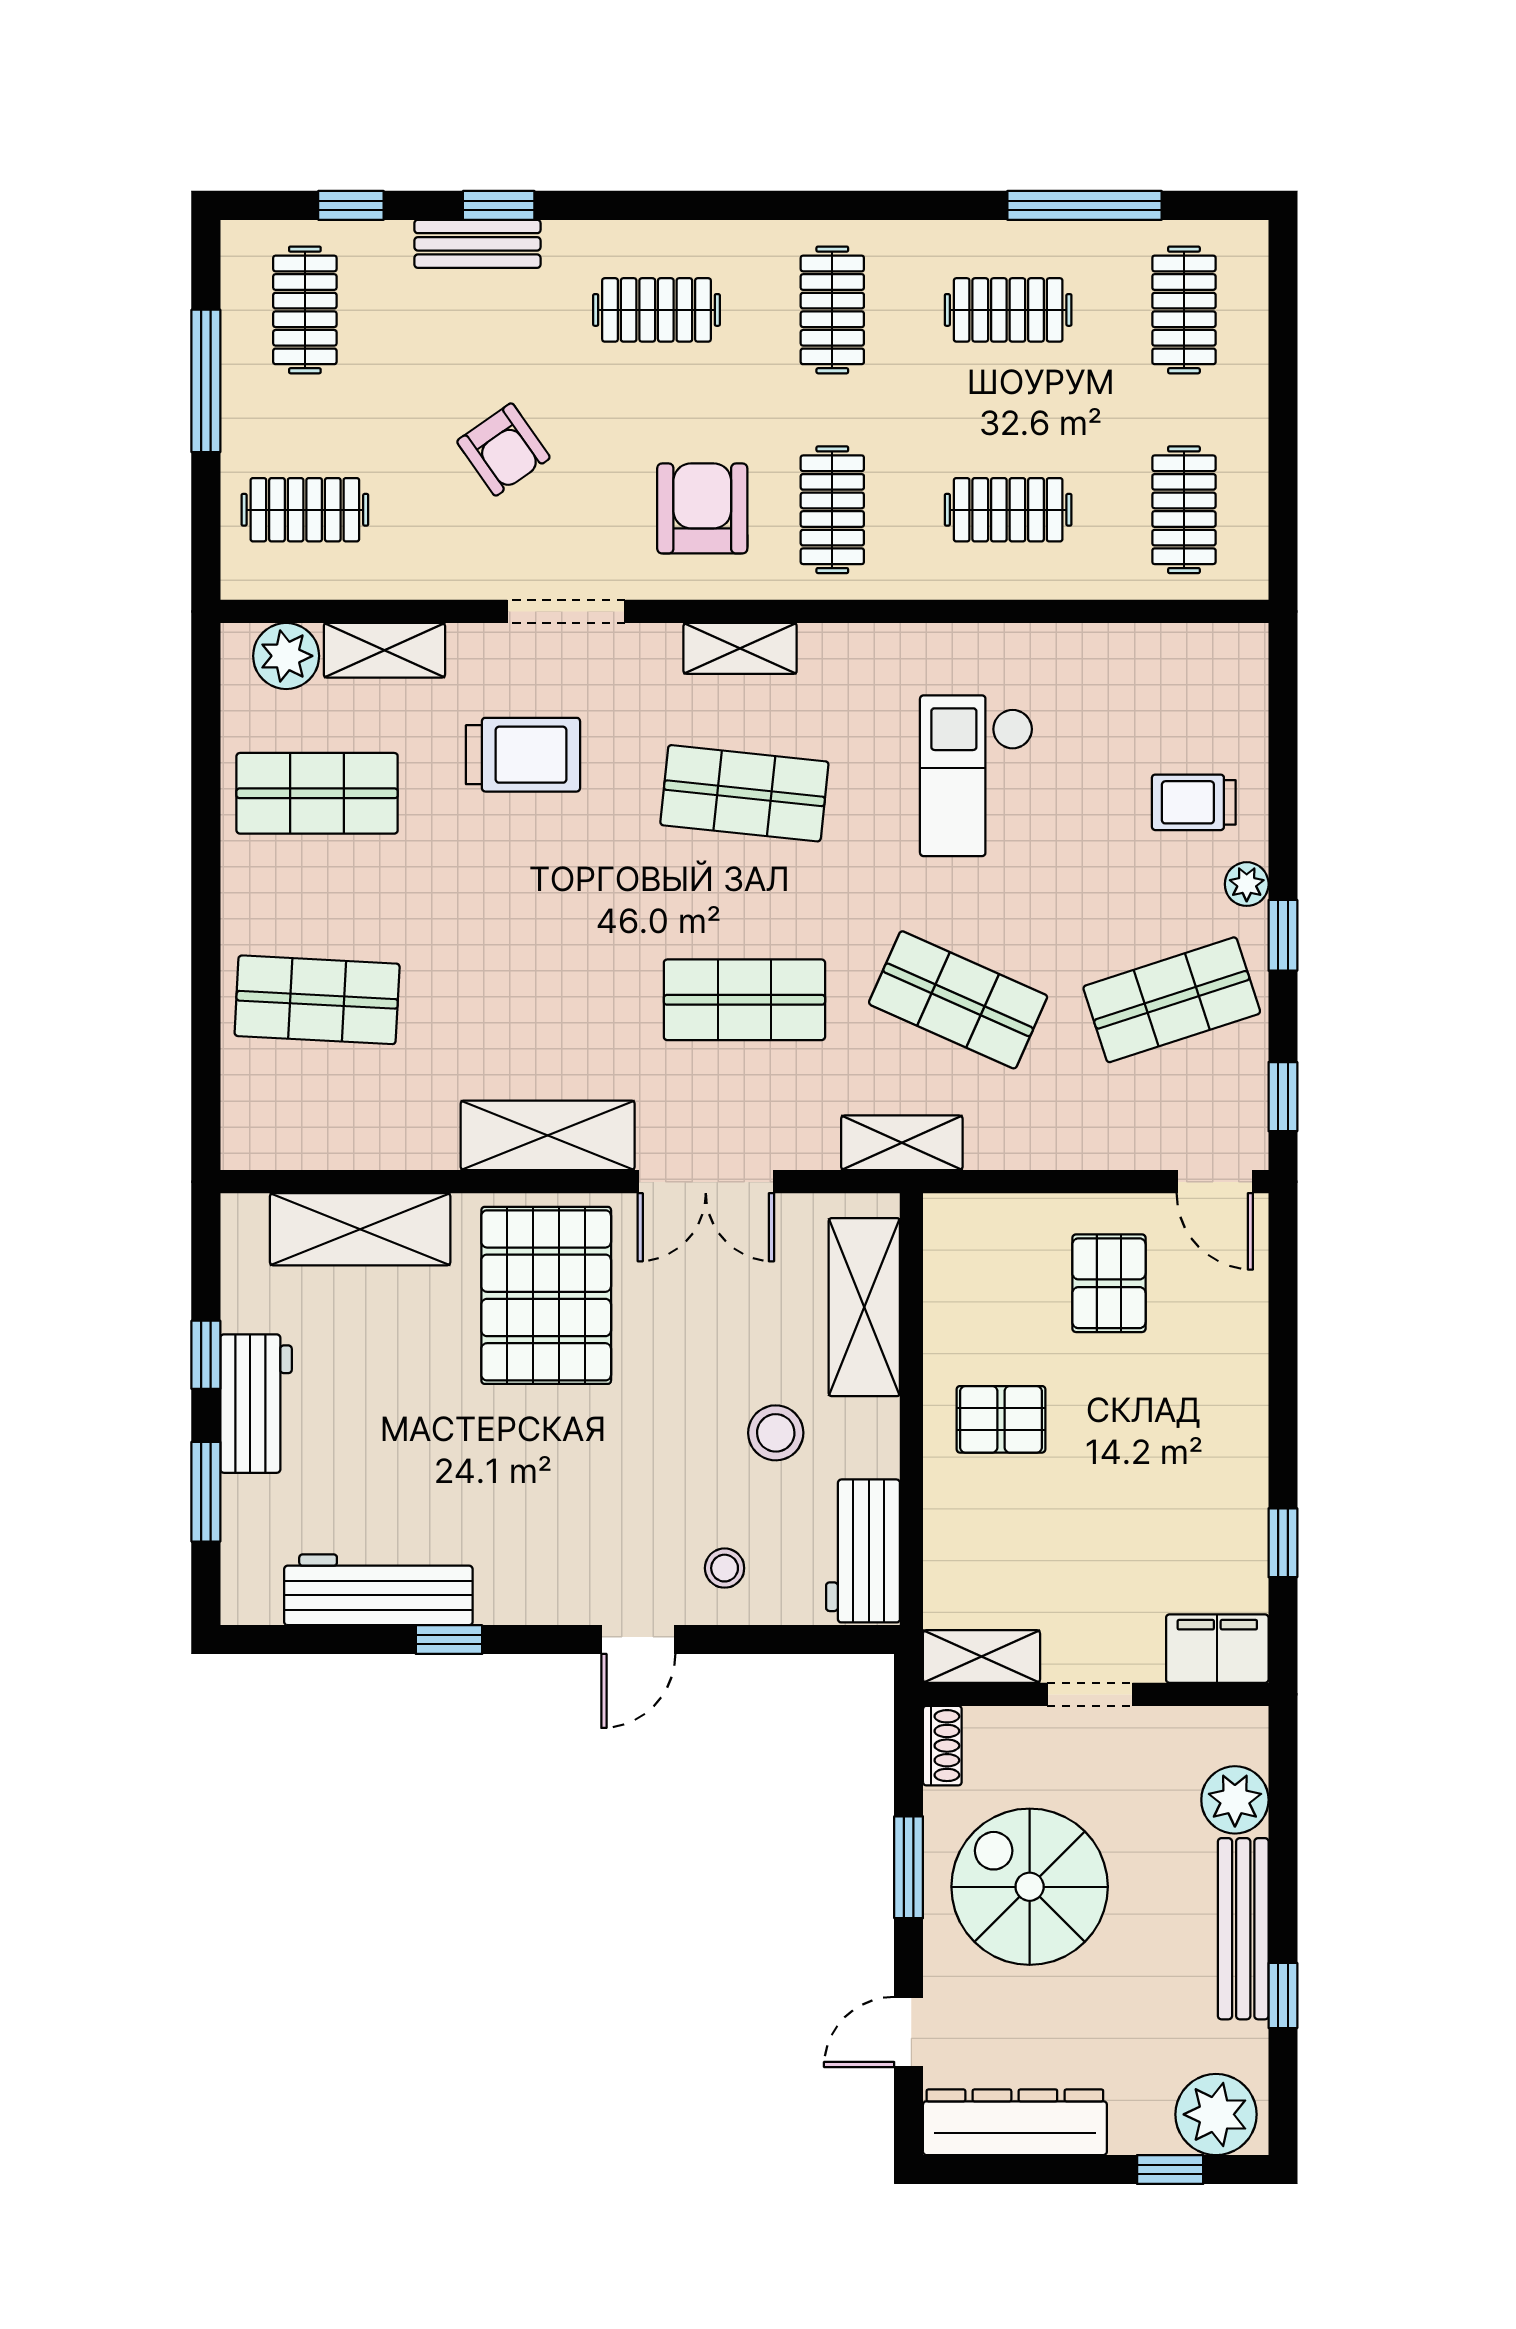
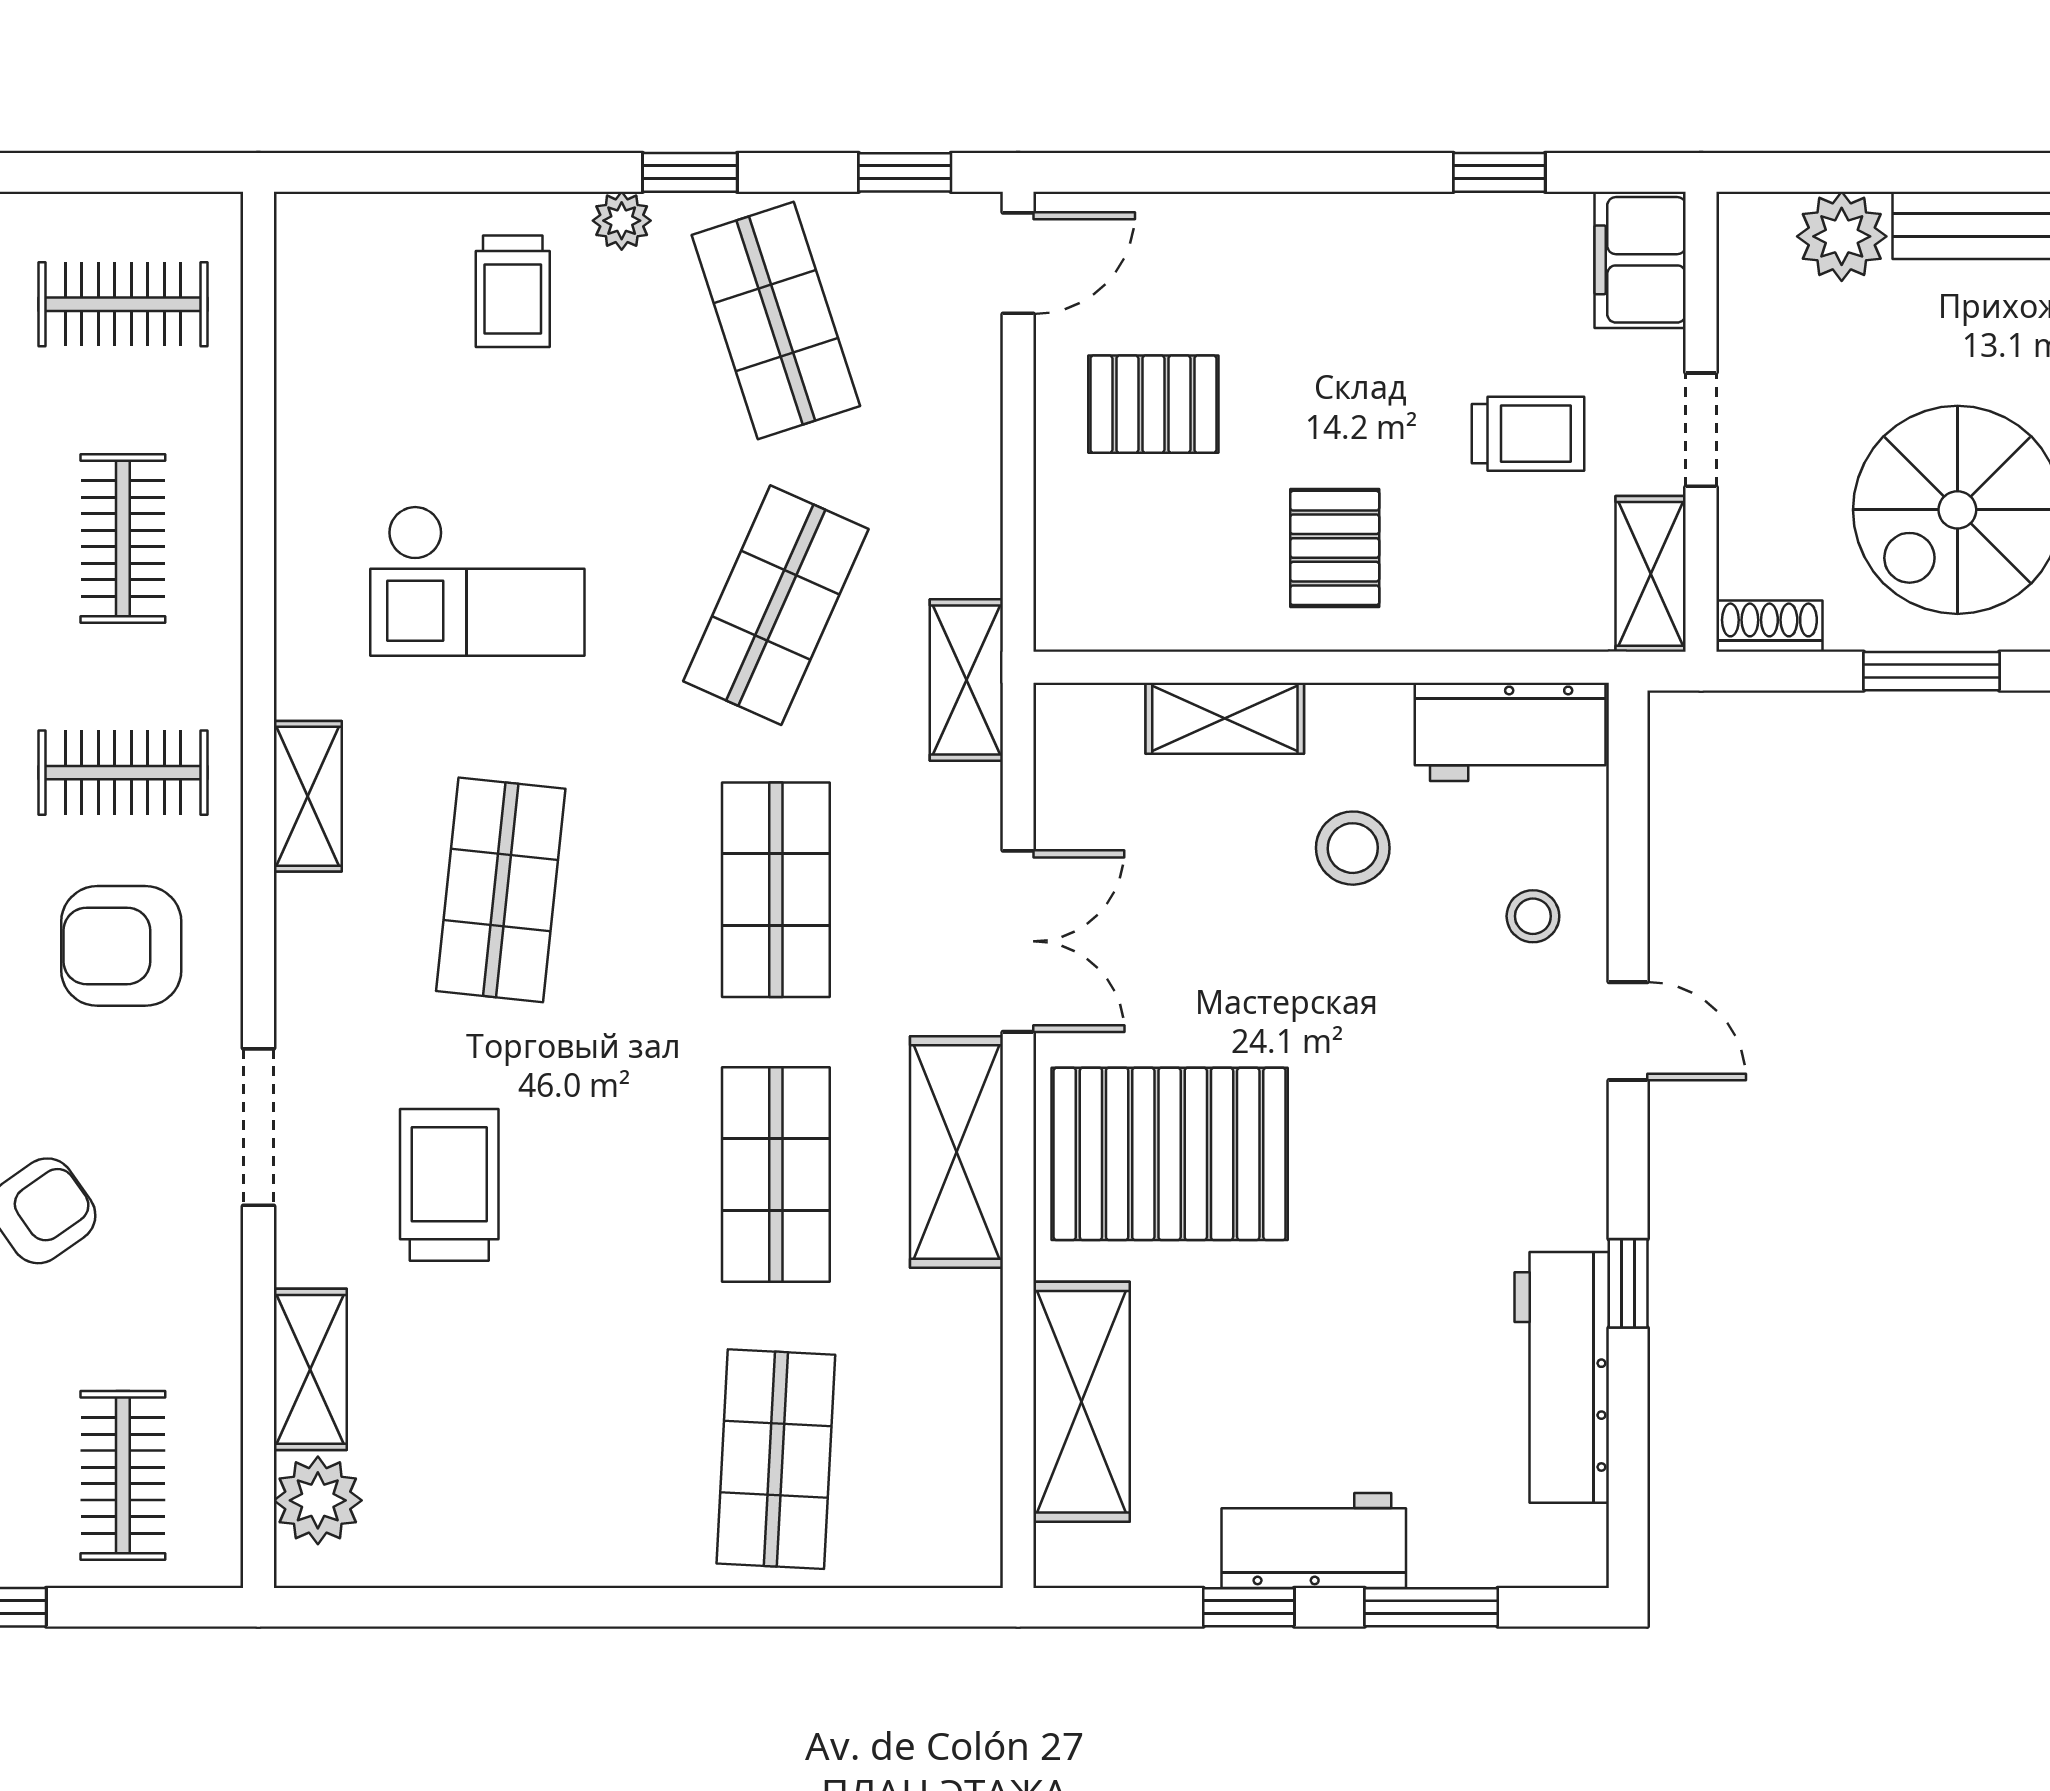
shelving: (740, 648) -> (308, 796), moved
shop shelf: (317, 793) -> (776, 1174), moved
shelving: (864, 1307) -> (1225, 718), width x0.67, depth x0.75
trolley: (1087, 1564) -> (1528, 434), added

